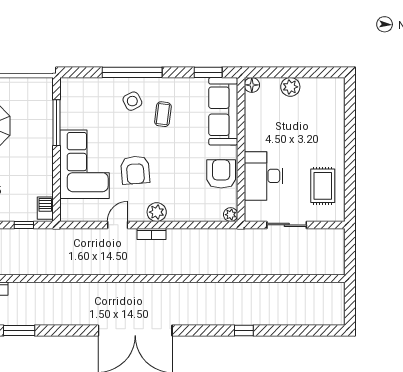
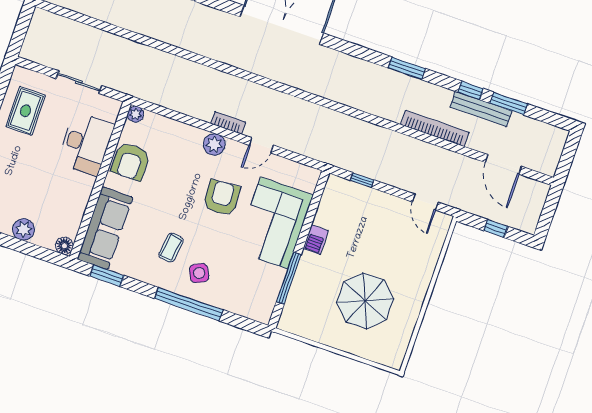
barbecue: (45, 208) -> (316, 240), moved

